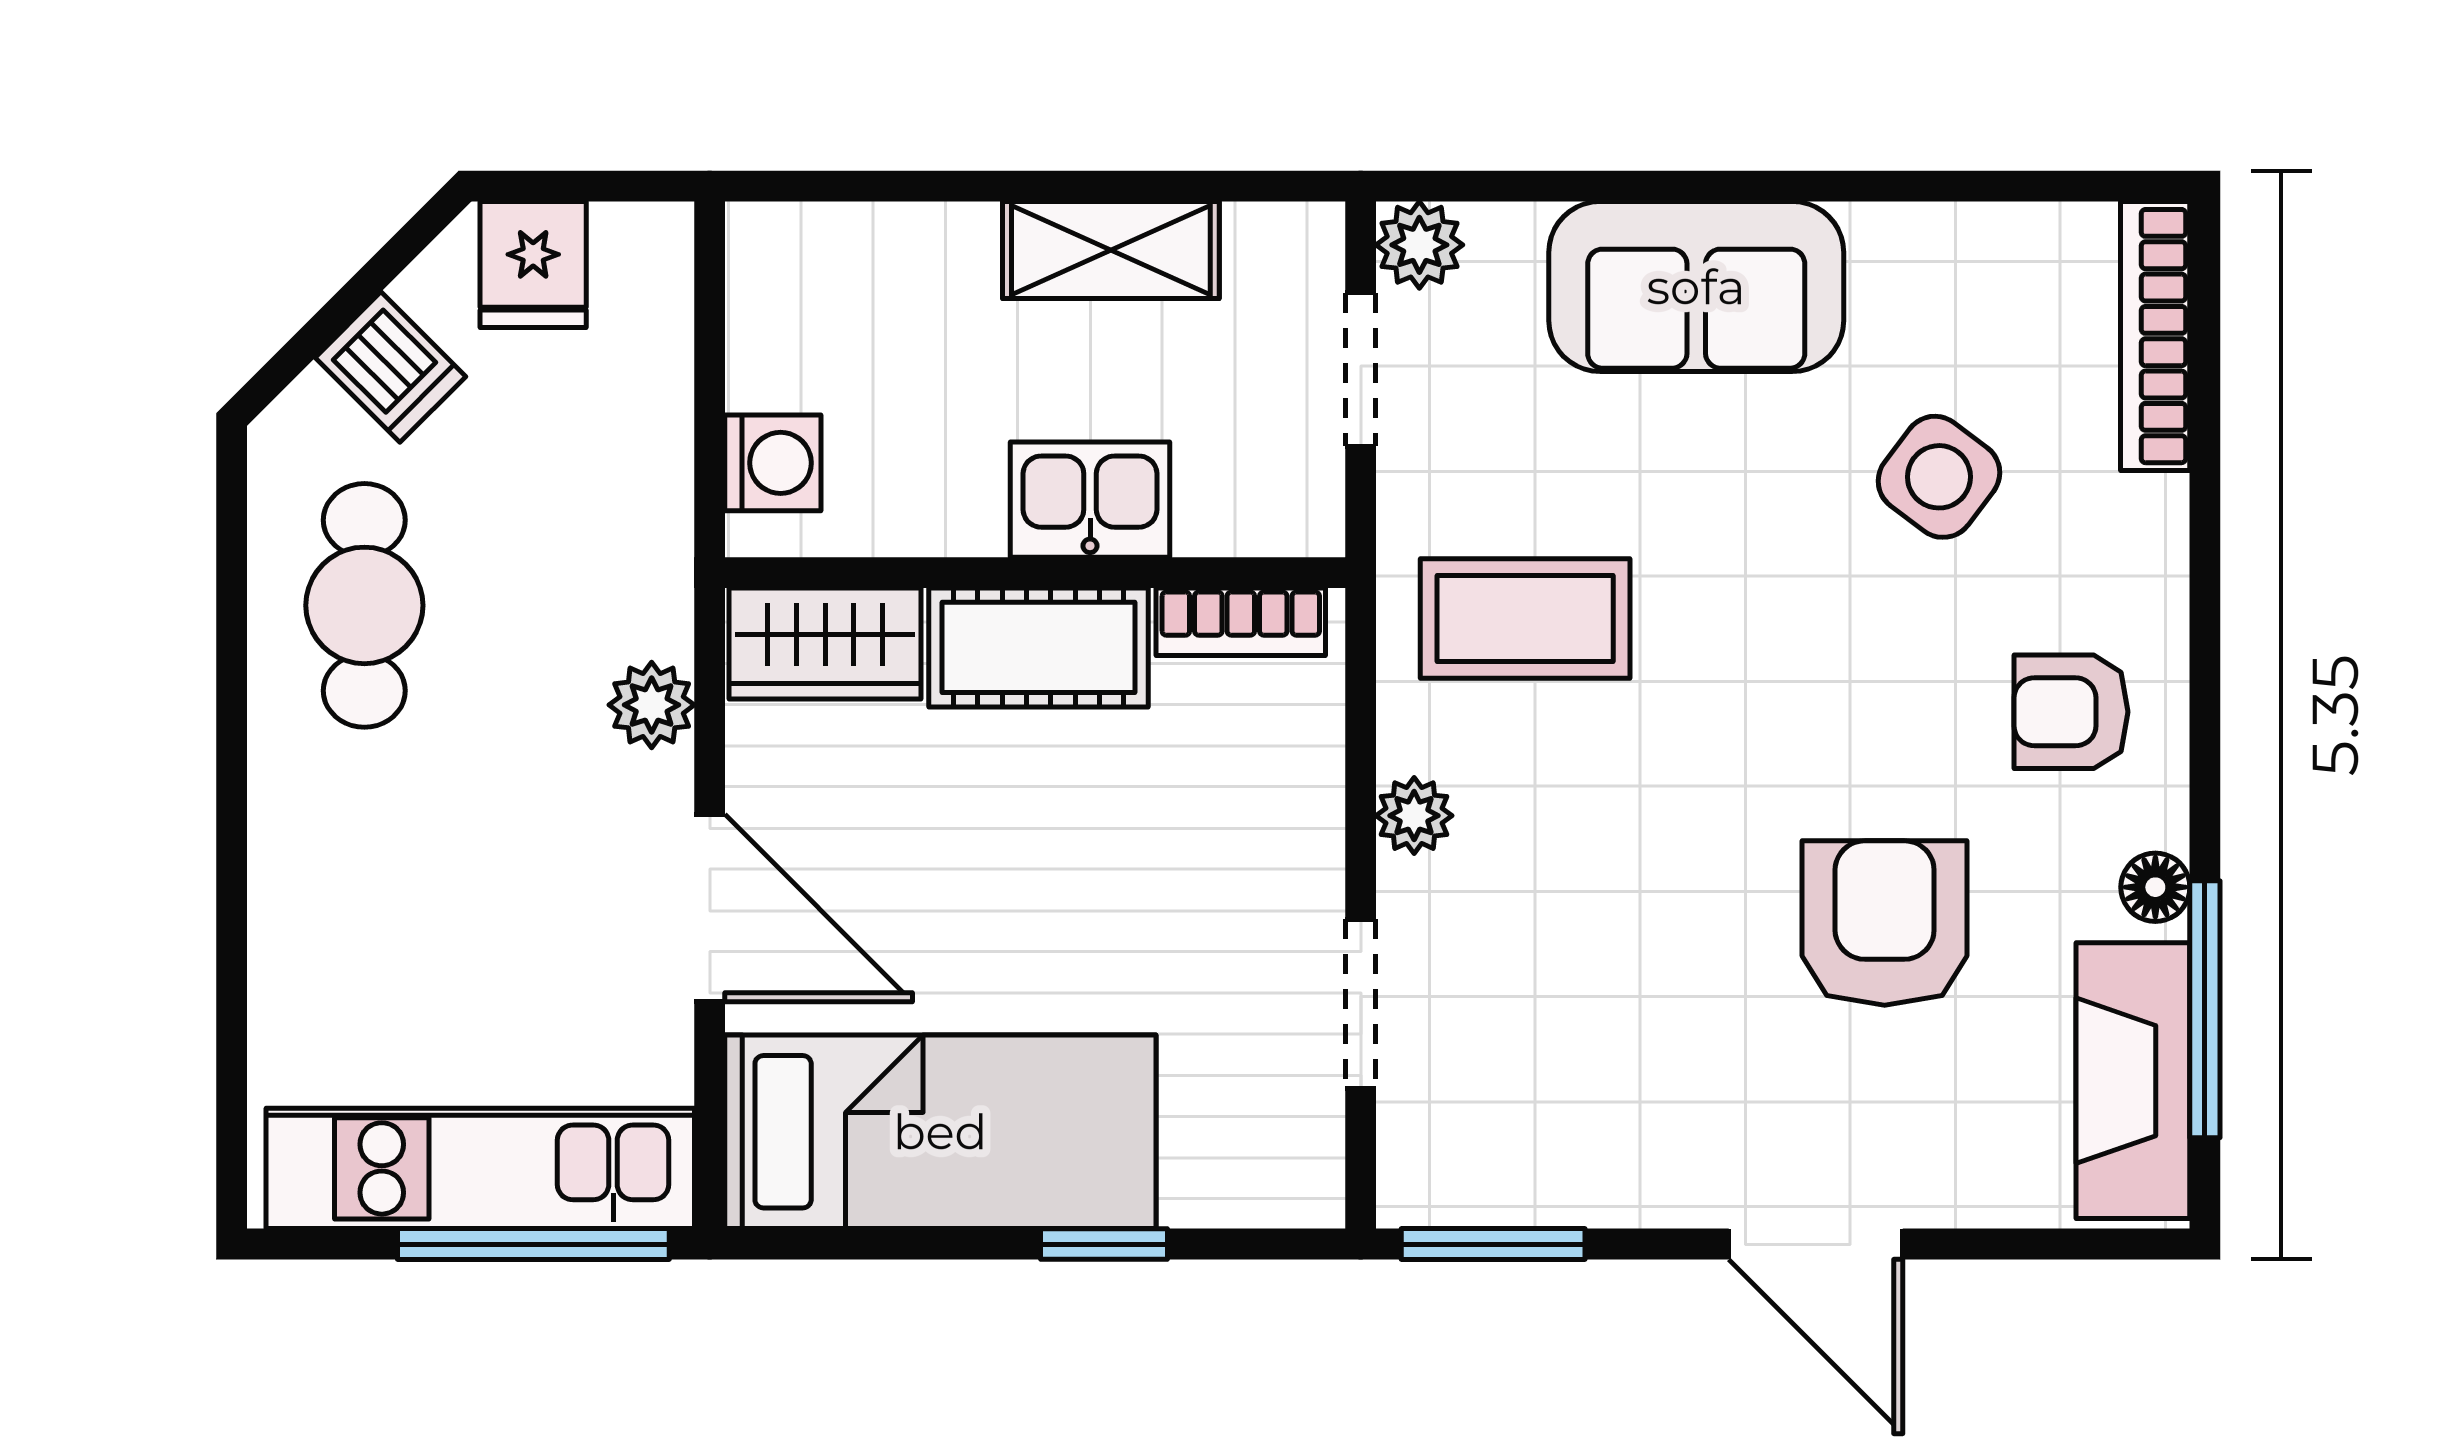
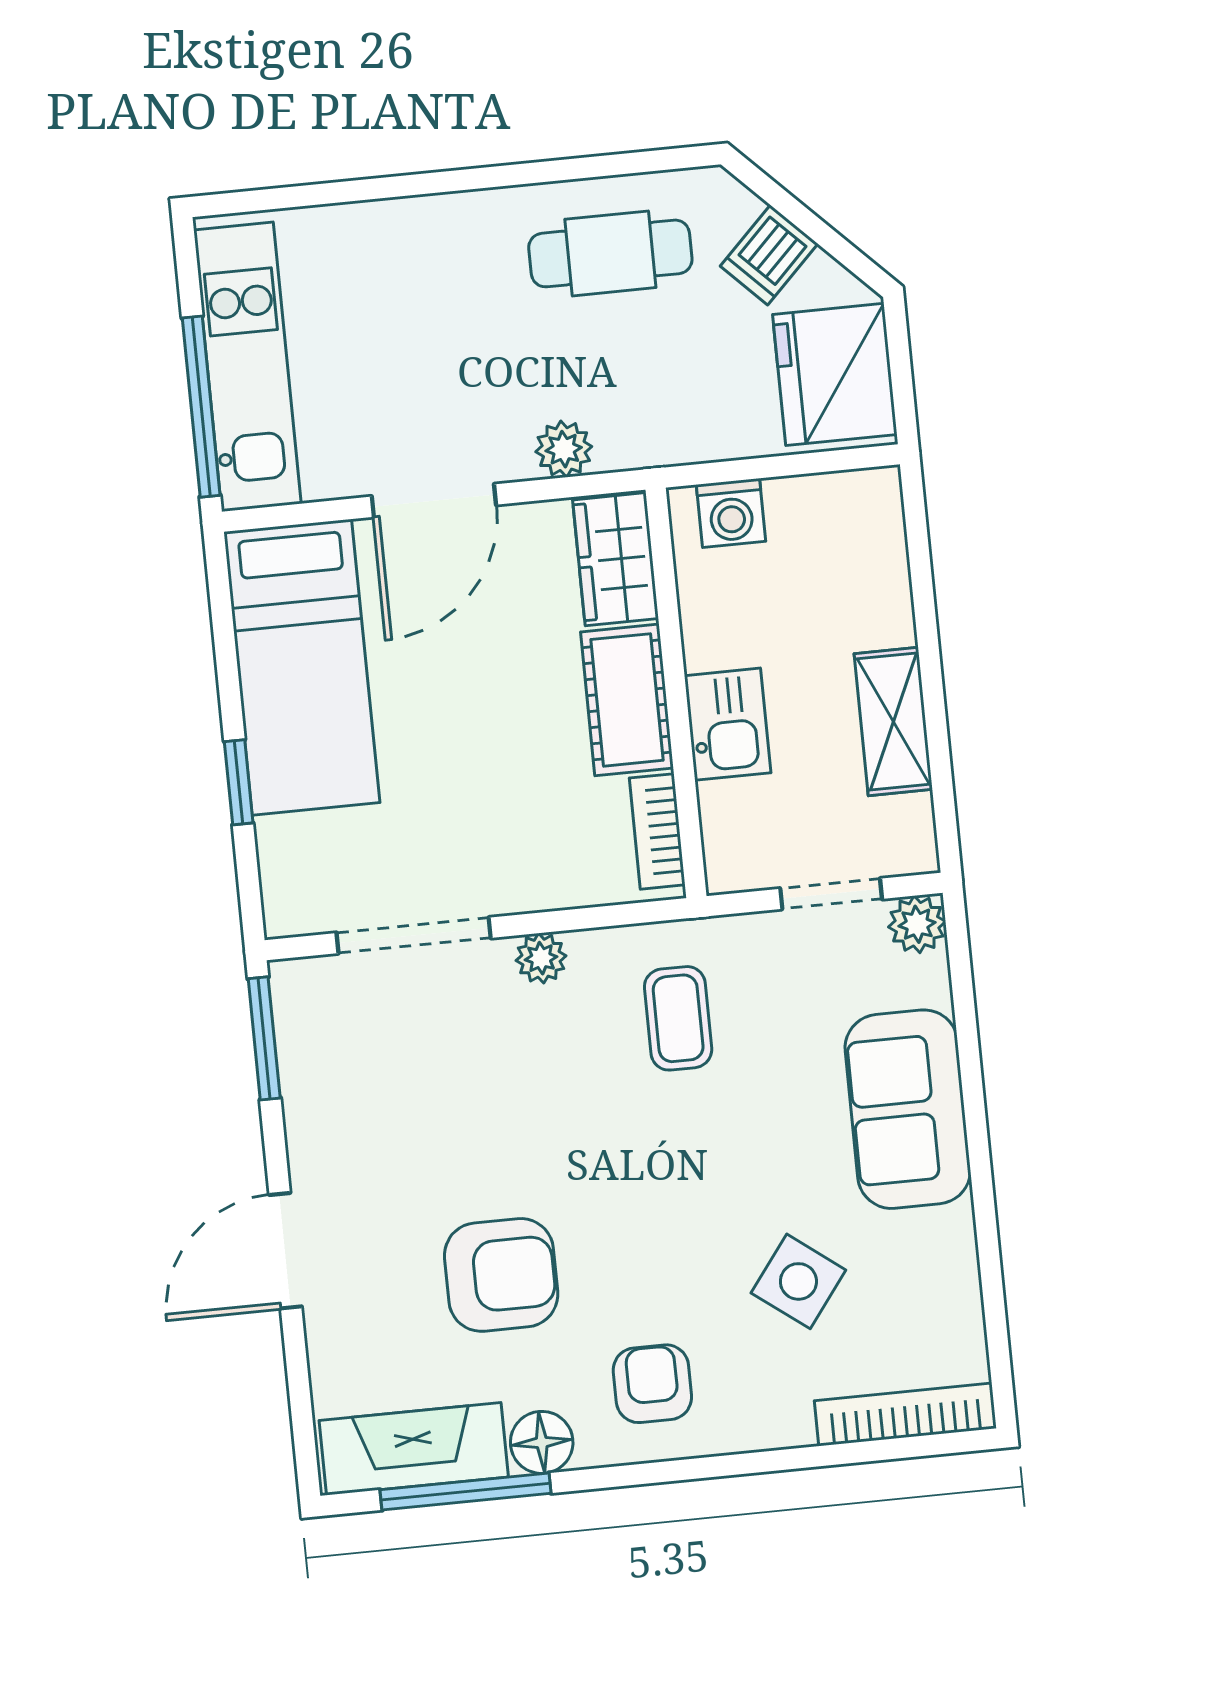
fridge: (533, 265) -> (835, 374), width x1.88, depth x1.34
coffee table: (1525, 618) -> (678, 1018), width x0.73, depth x0.77
floor lamp: (2155, 887) -> (542, 1442), width x1.37, depth x1.37
doorway: (1361, 1004) -> (414, 935), width x1.38

